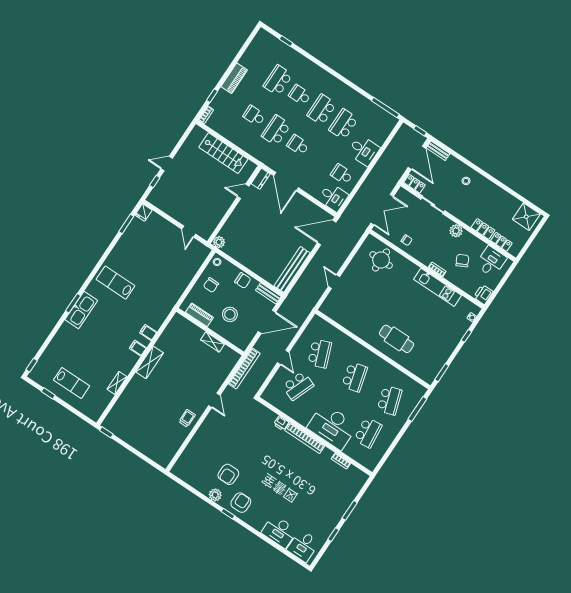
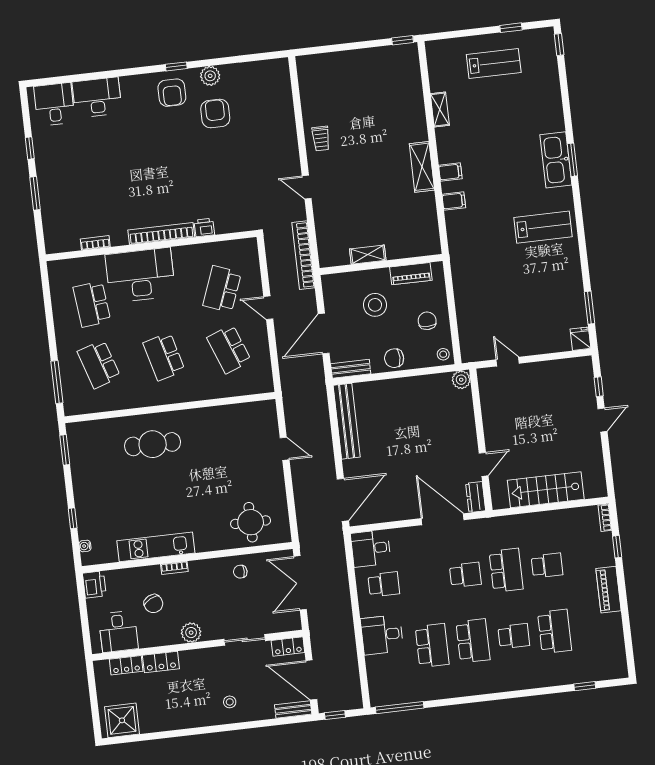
lab bench: (72, 383) -> (494, 64), turned 180

